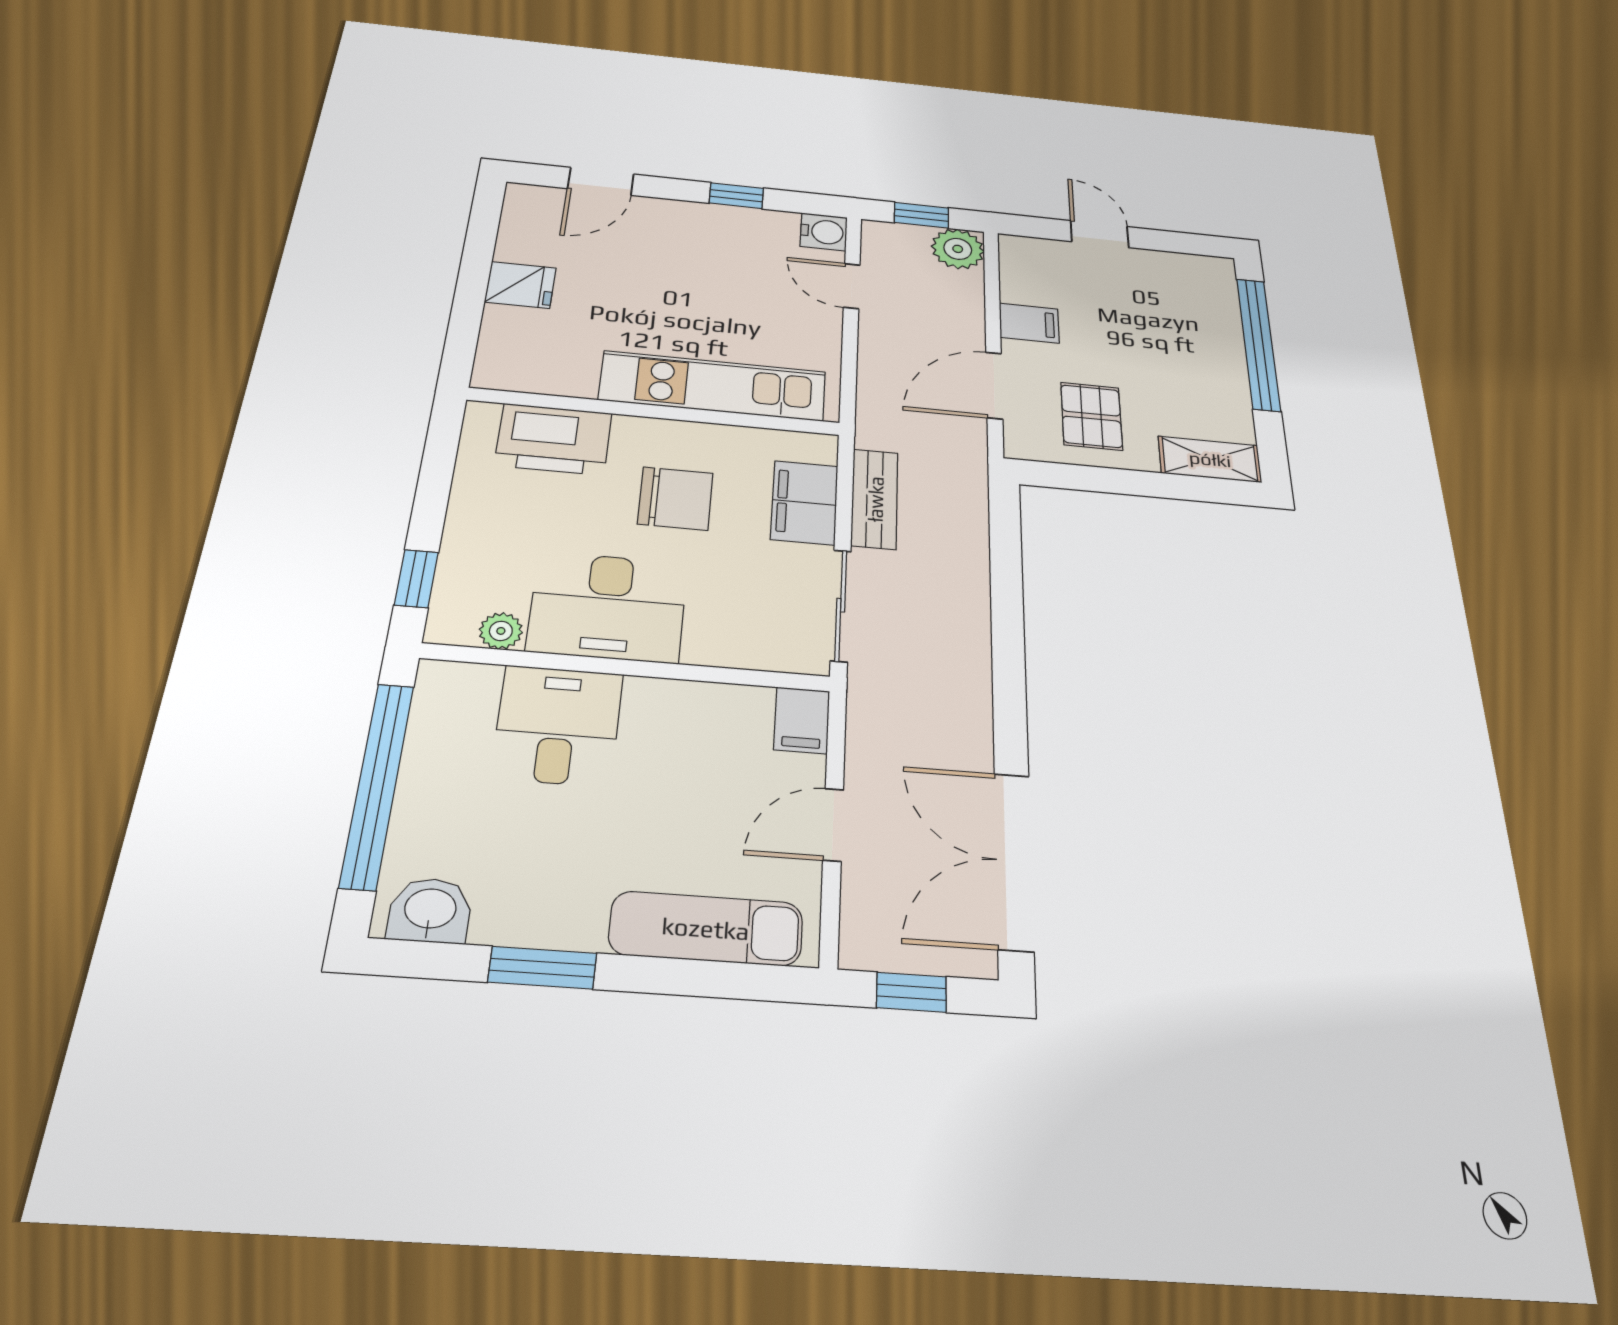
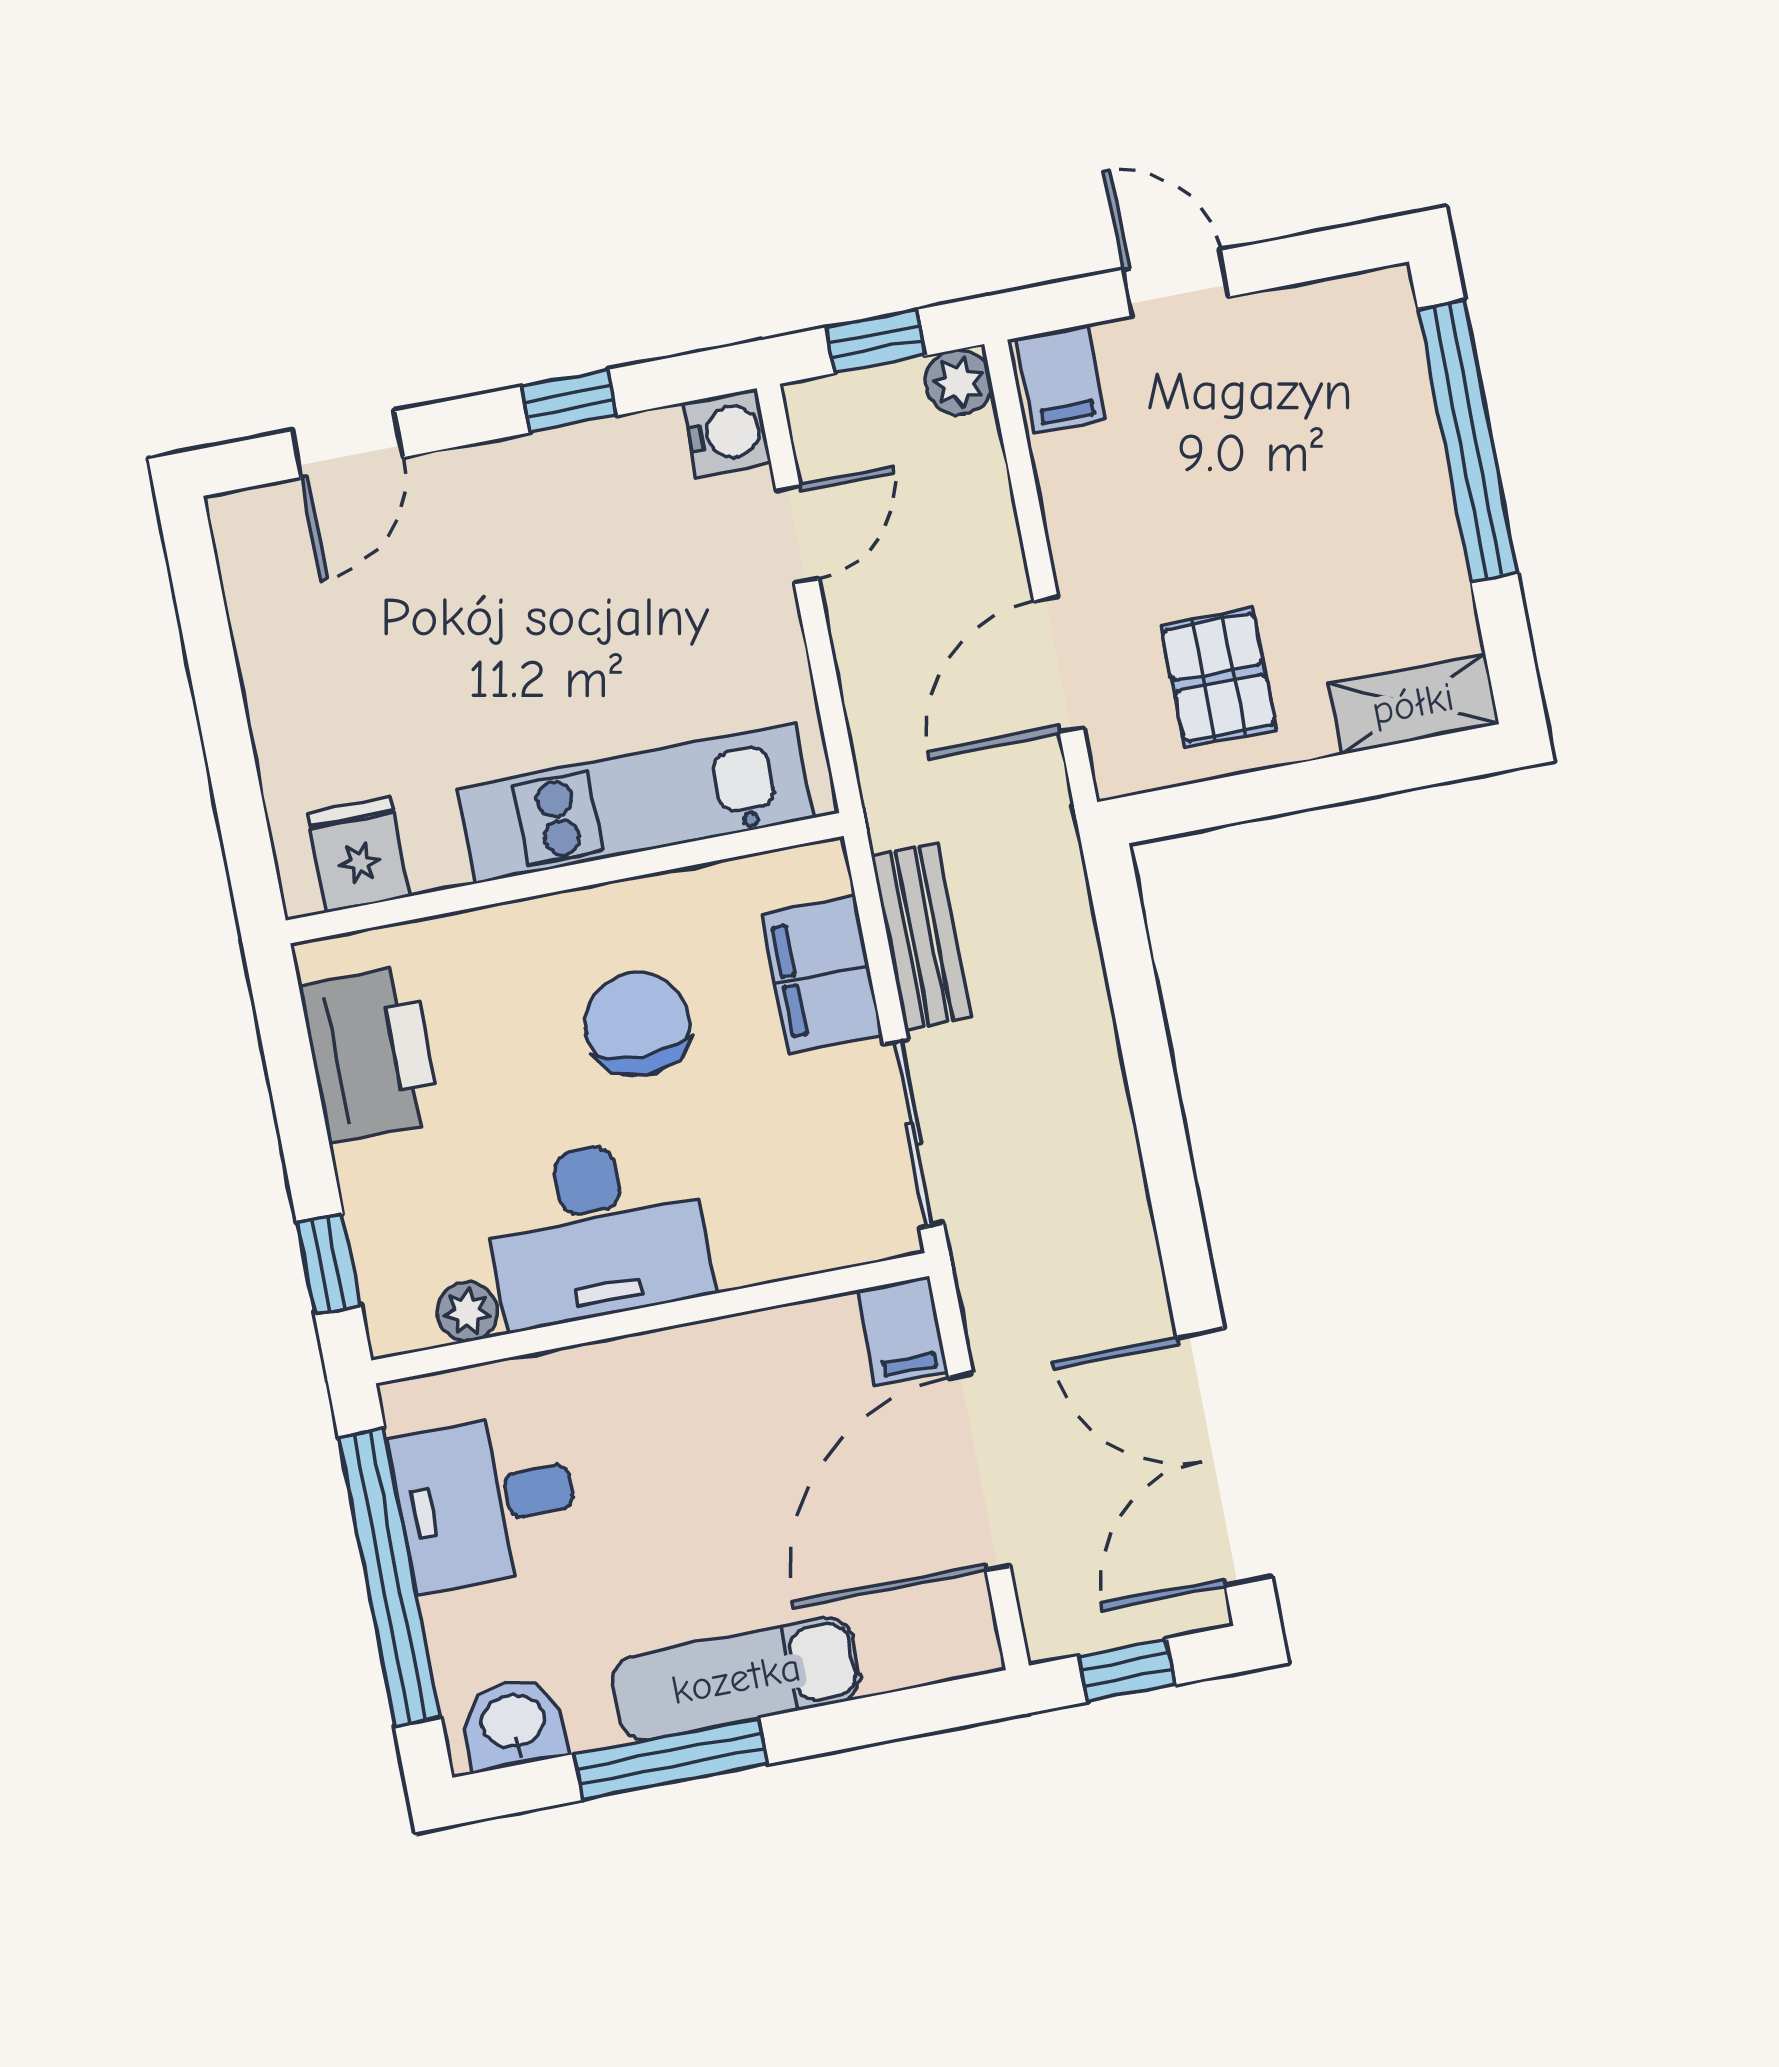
plant: (958, 249) -> (959, 382), width x0.73, depth x0.73
fridge: (520, 285) -> (359, 855), moved, turned -90
door: (852, 286) -> (797, 534), swing flipped
filing cabinet: (1029, 323) -> (1061, 379), moved, turned 90
printer: (554, 439) -> (371, 1054), moved, turned -90
chair: (675, 498) -> (637, 1024), turned -90
desk: (558, 725) -> (486, 1501), moved, turned -90
door: (833, 825) -> (979, 1472), width x1.88
exam couch: (706, 928) -> (736, 1679), moved
window: (542, 968) -> (671, 1759), width x1.44

